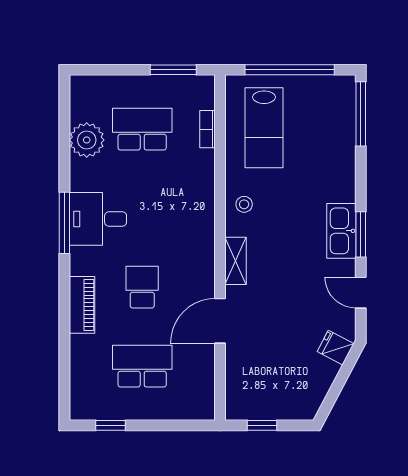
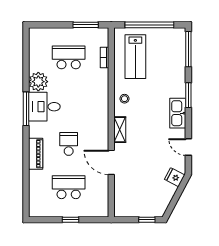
plant: (87, 140) -> (38, 82), moved
window: (361, 234) -> (188, 95), moved
door: (220, 321) -> (111, 162), hinge flipped
window: (111, 425) -> (71, 220), moved
window: (262, 425) -> (147, 220), moved

